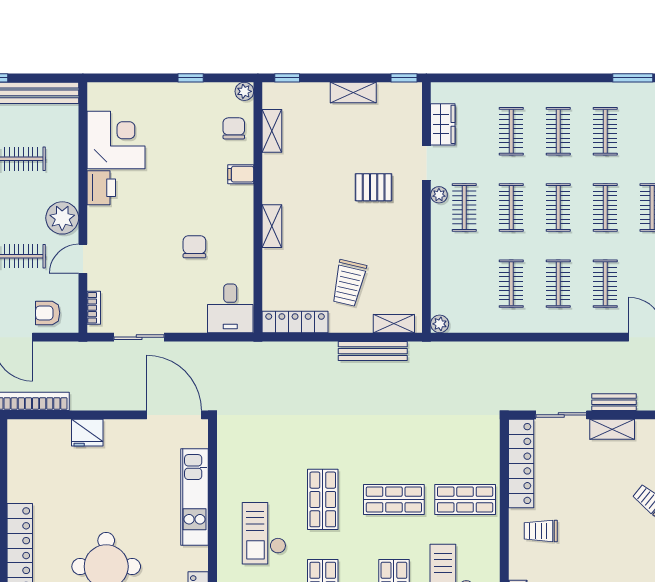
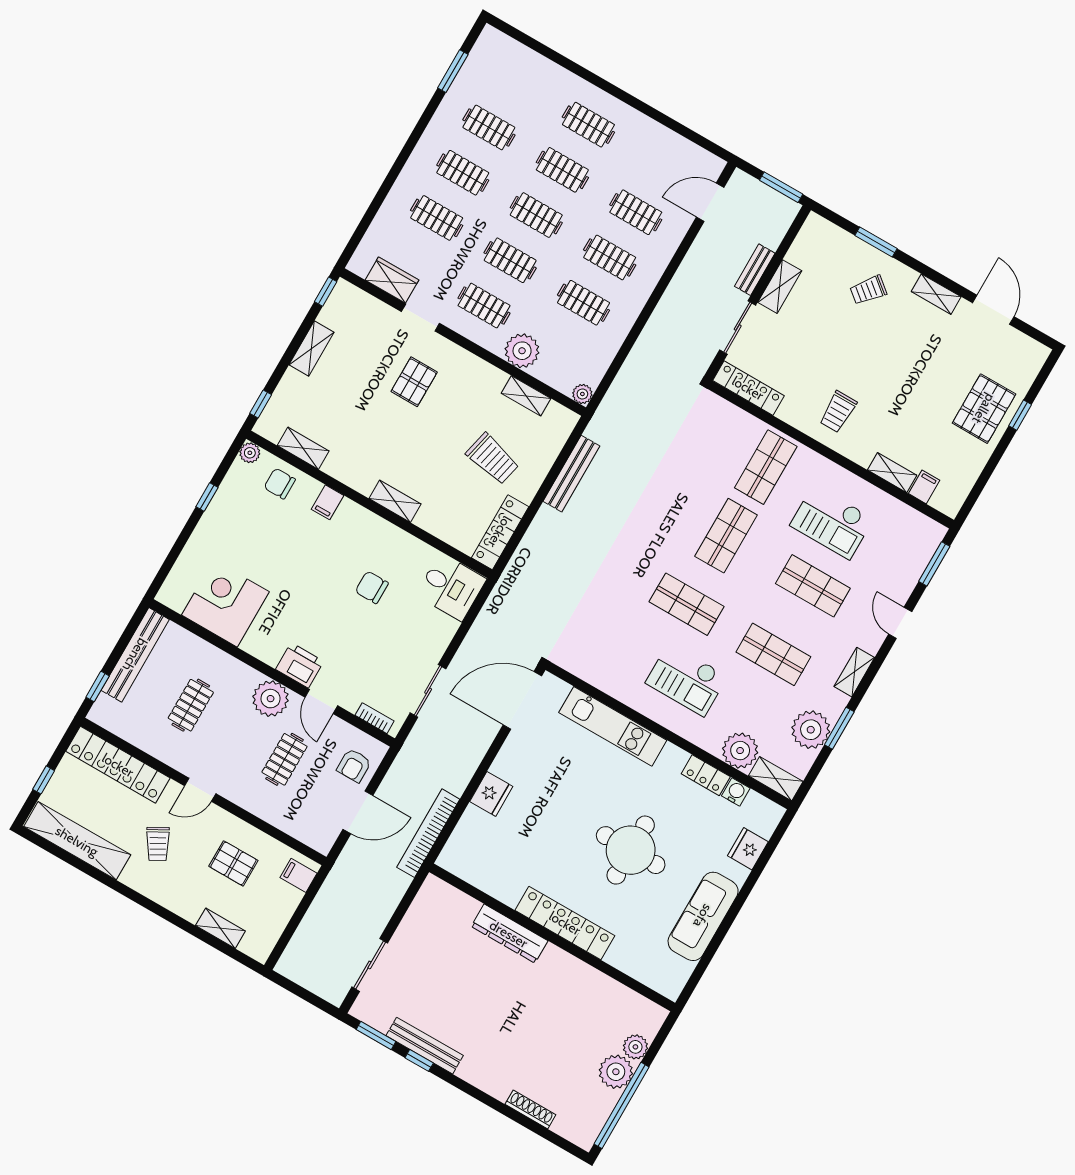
printer: (101, 188) -> (300, 665), moved
plant: (439, 195) -> (522, 351), moved, width x1.88, depth x1.88
shelving: (394, 324) -> (526, 396), moved, turned 90
locker: (521, 464) -> (748, 388), width x0.71, depth x0.83

